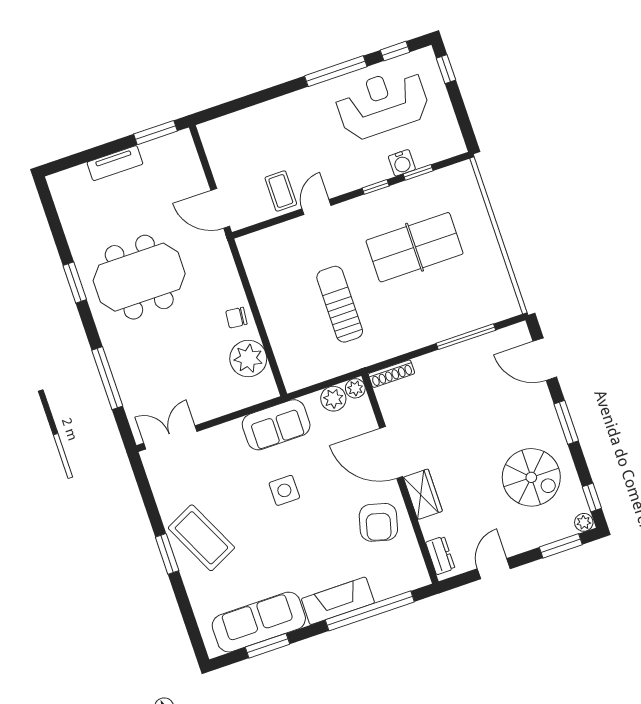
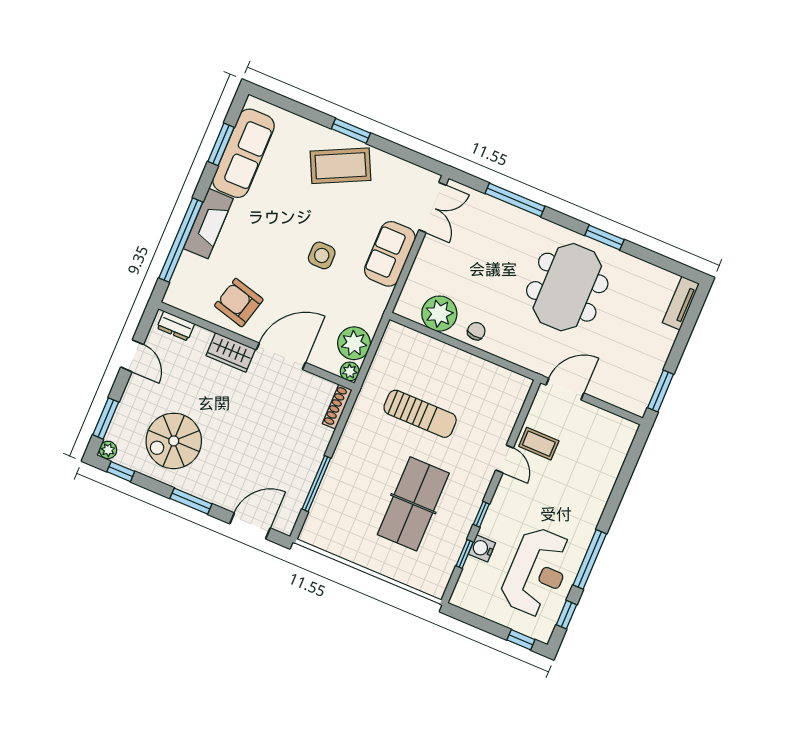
tv unit: (115, 163) -> (681, 303), moved
plant: (333, 399) -> (354, 343), width x1.36, depth x1.36
sofa: (276, 425) -> (390, 254), moved

